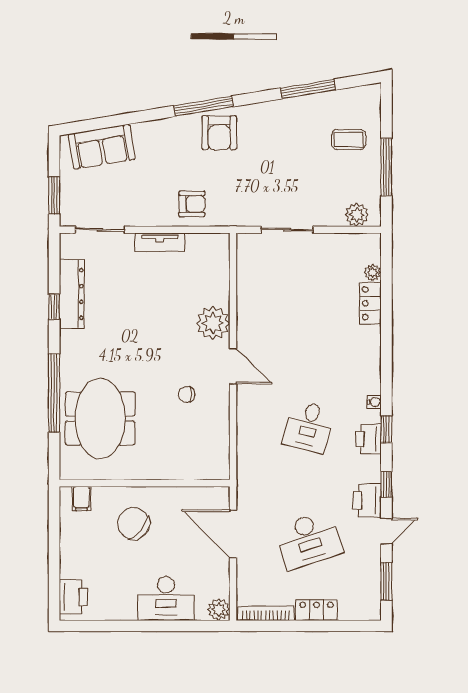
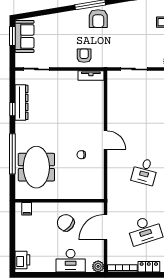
sofa: (102, 147) -> (25, 36), moved, turned -81
window: (54, 195) -> (12, 36), moved
armchair: (192, 204) -> (84, 56), turned -90
tv unit: (160, 242) -> (91, 76), moved
plant: (213, 323) -> (95, 118), removed
chair: (134, 523) -> (66, 223), moved
door: (233, 534) -> (105, 227), hinge flipped

